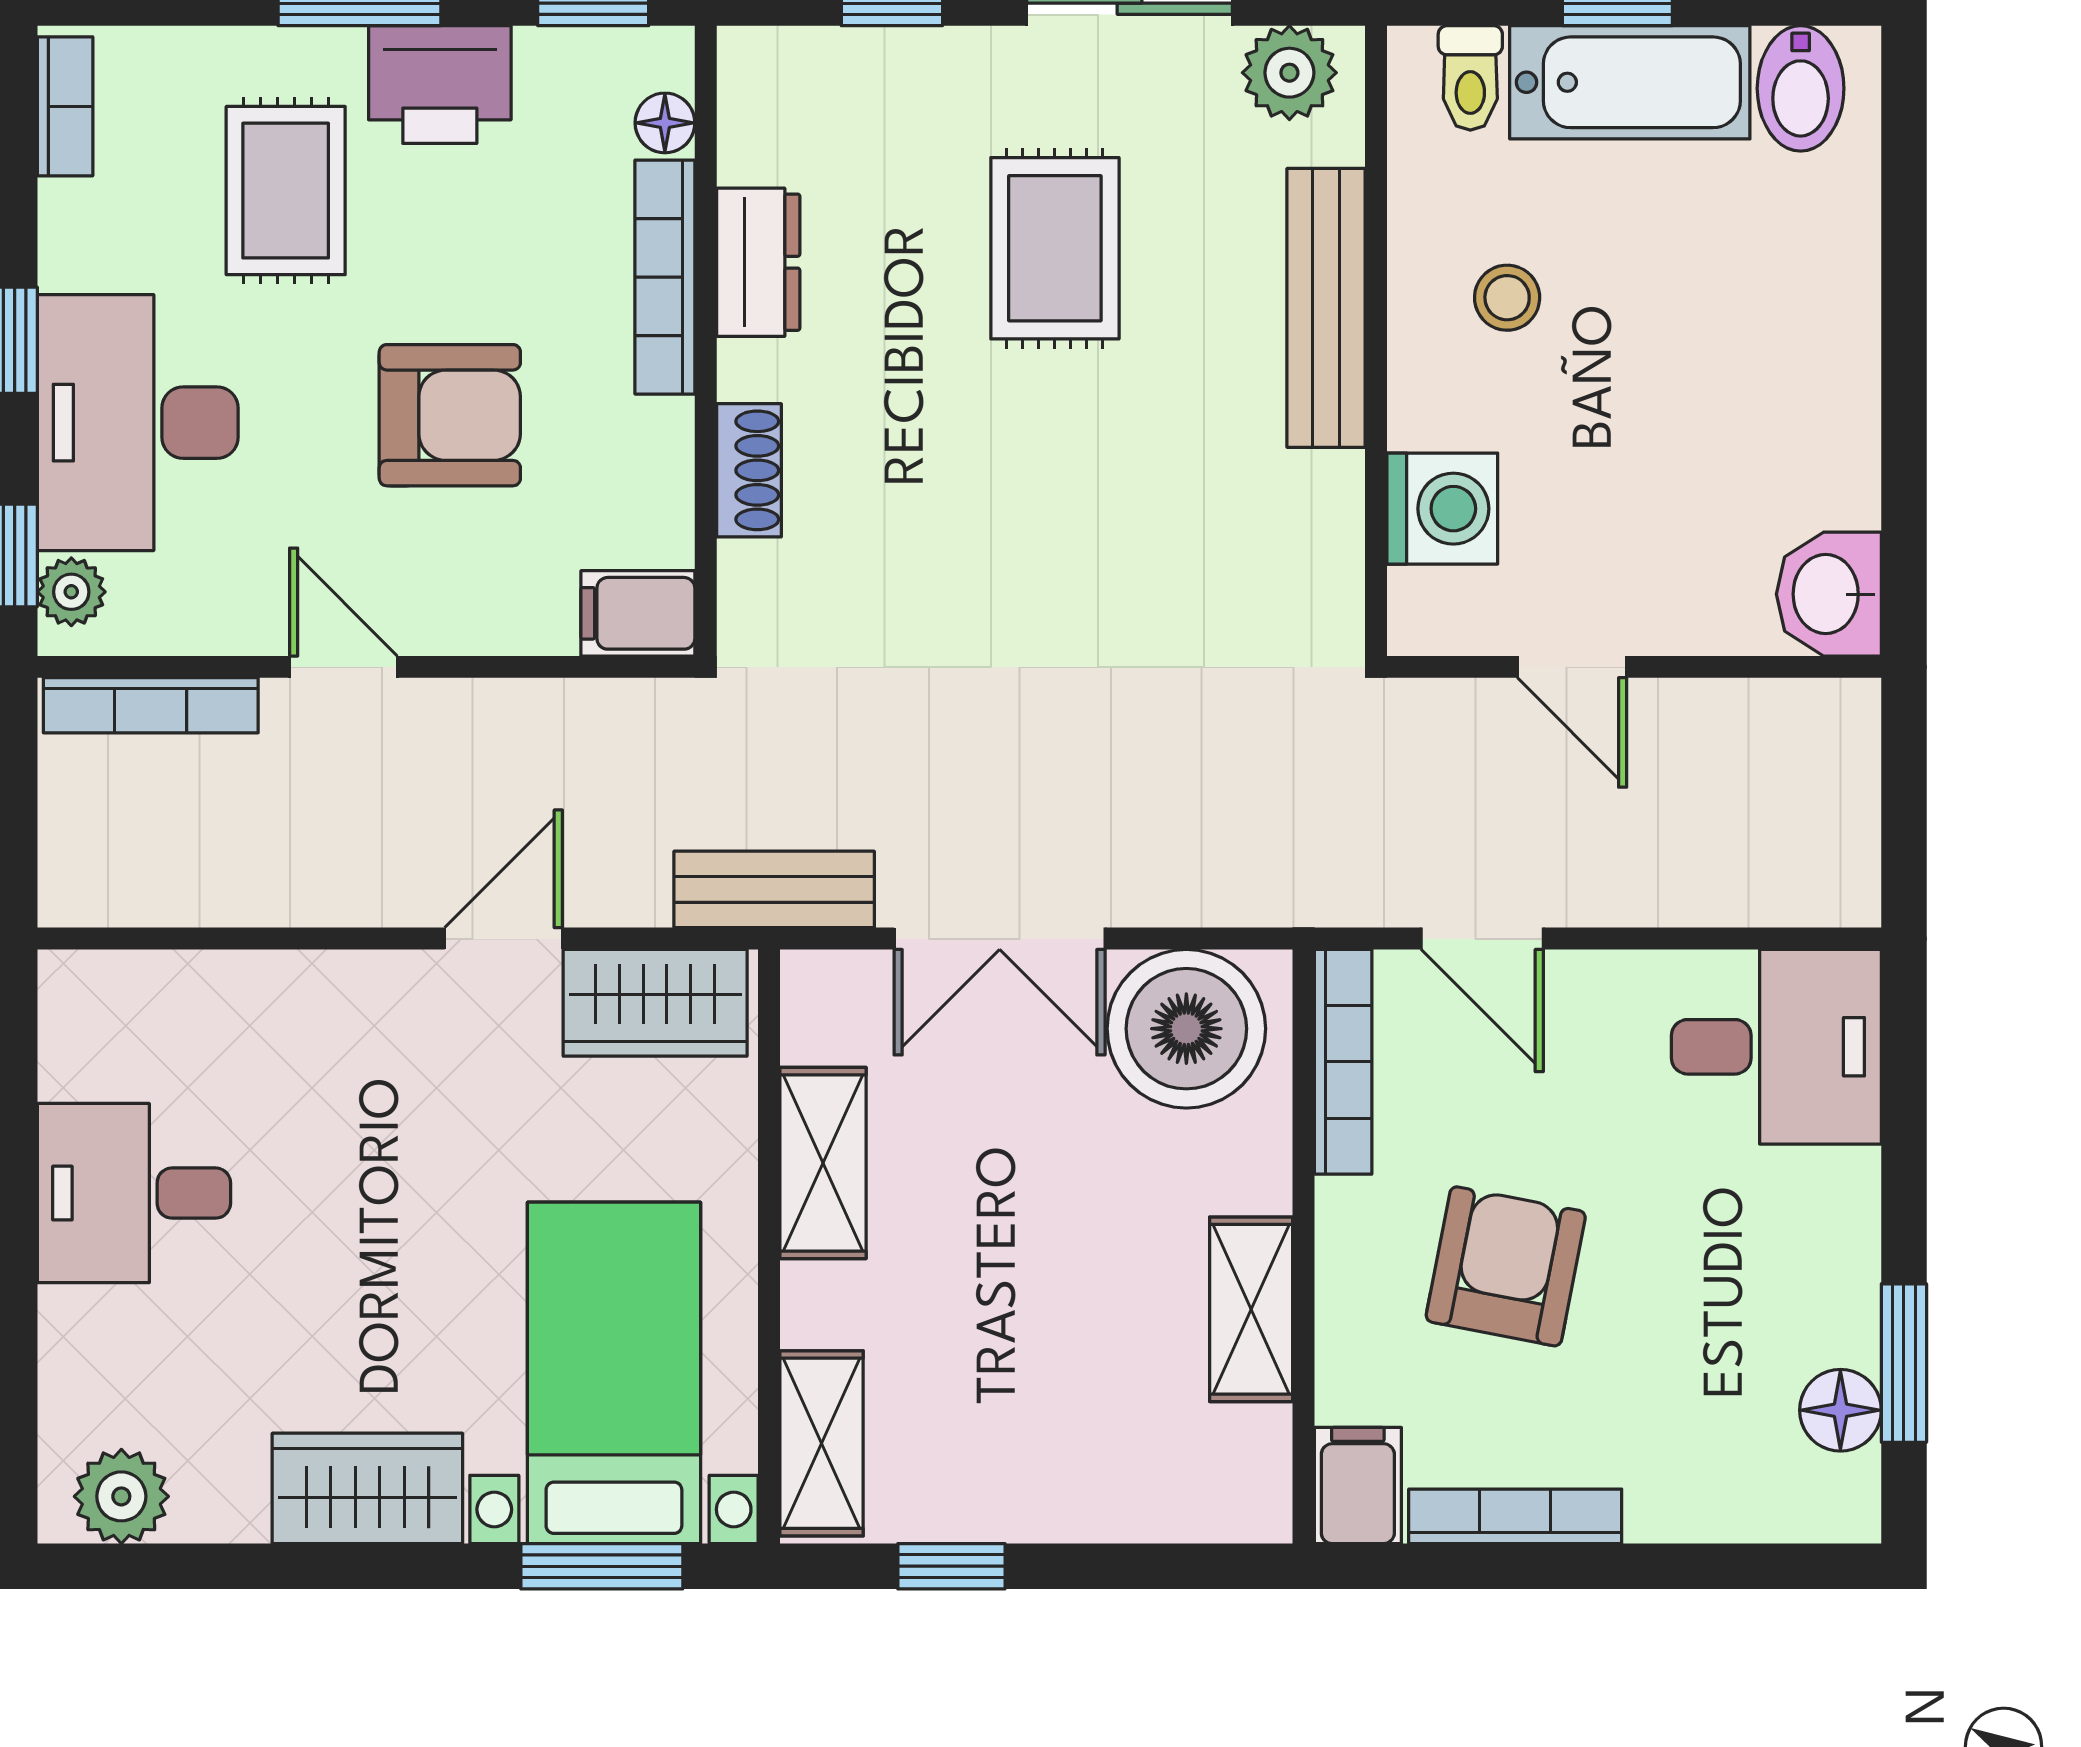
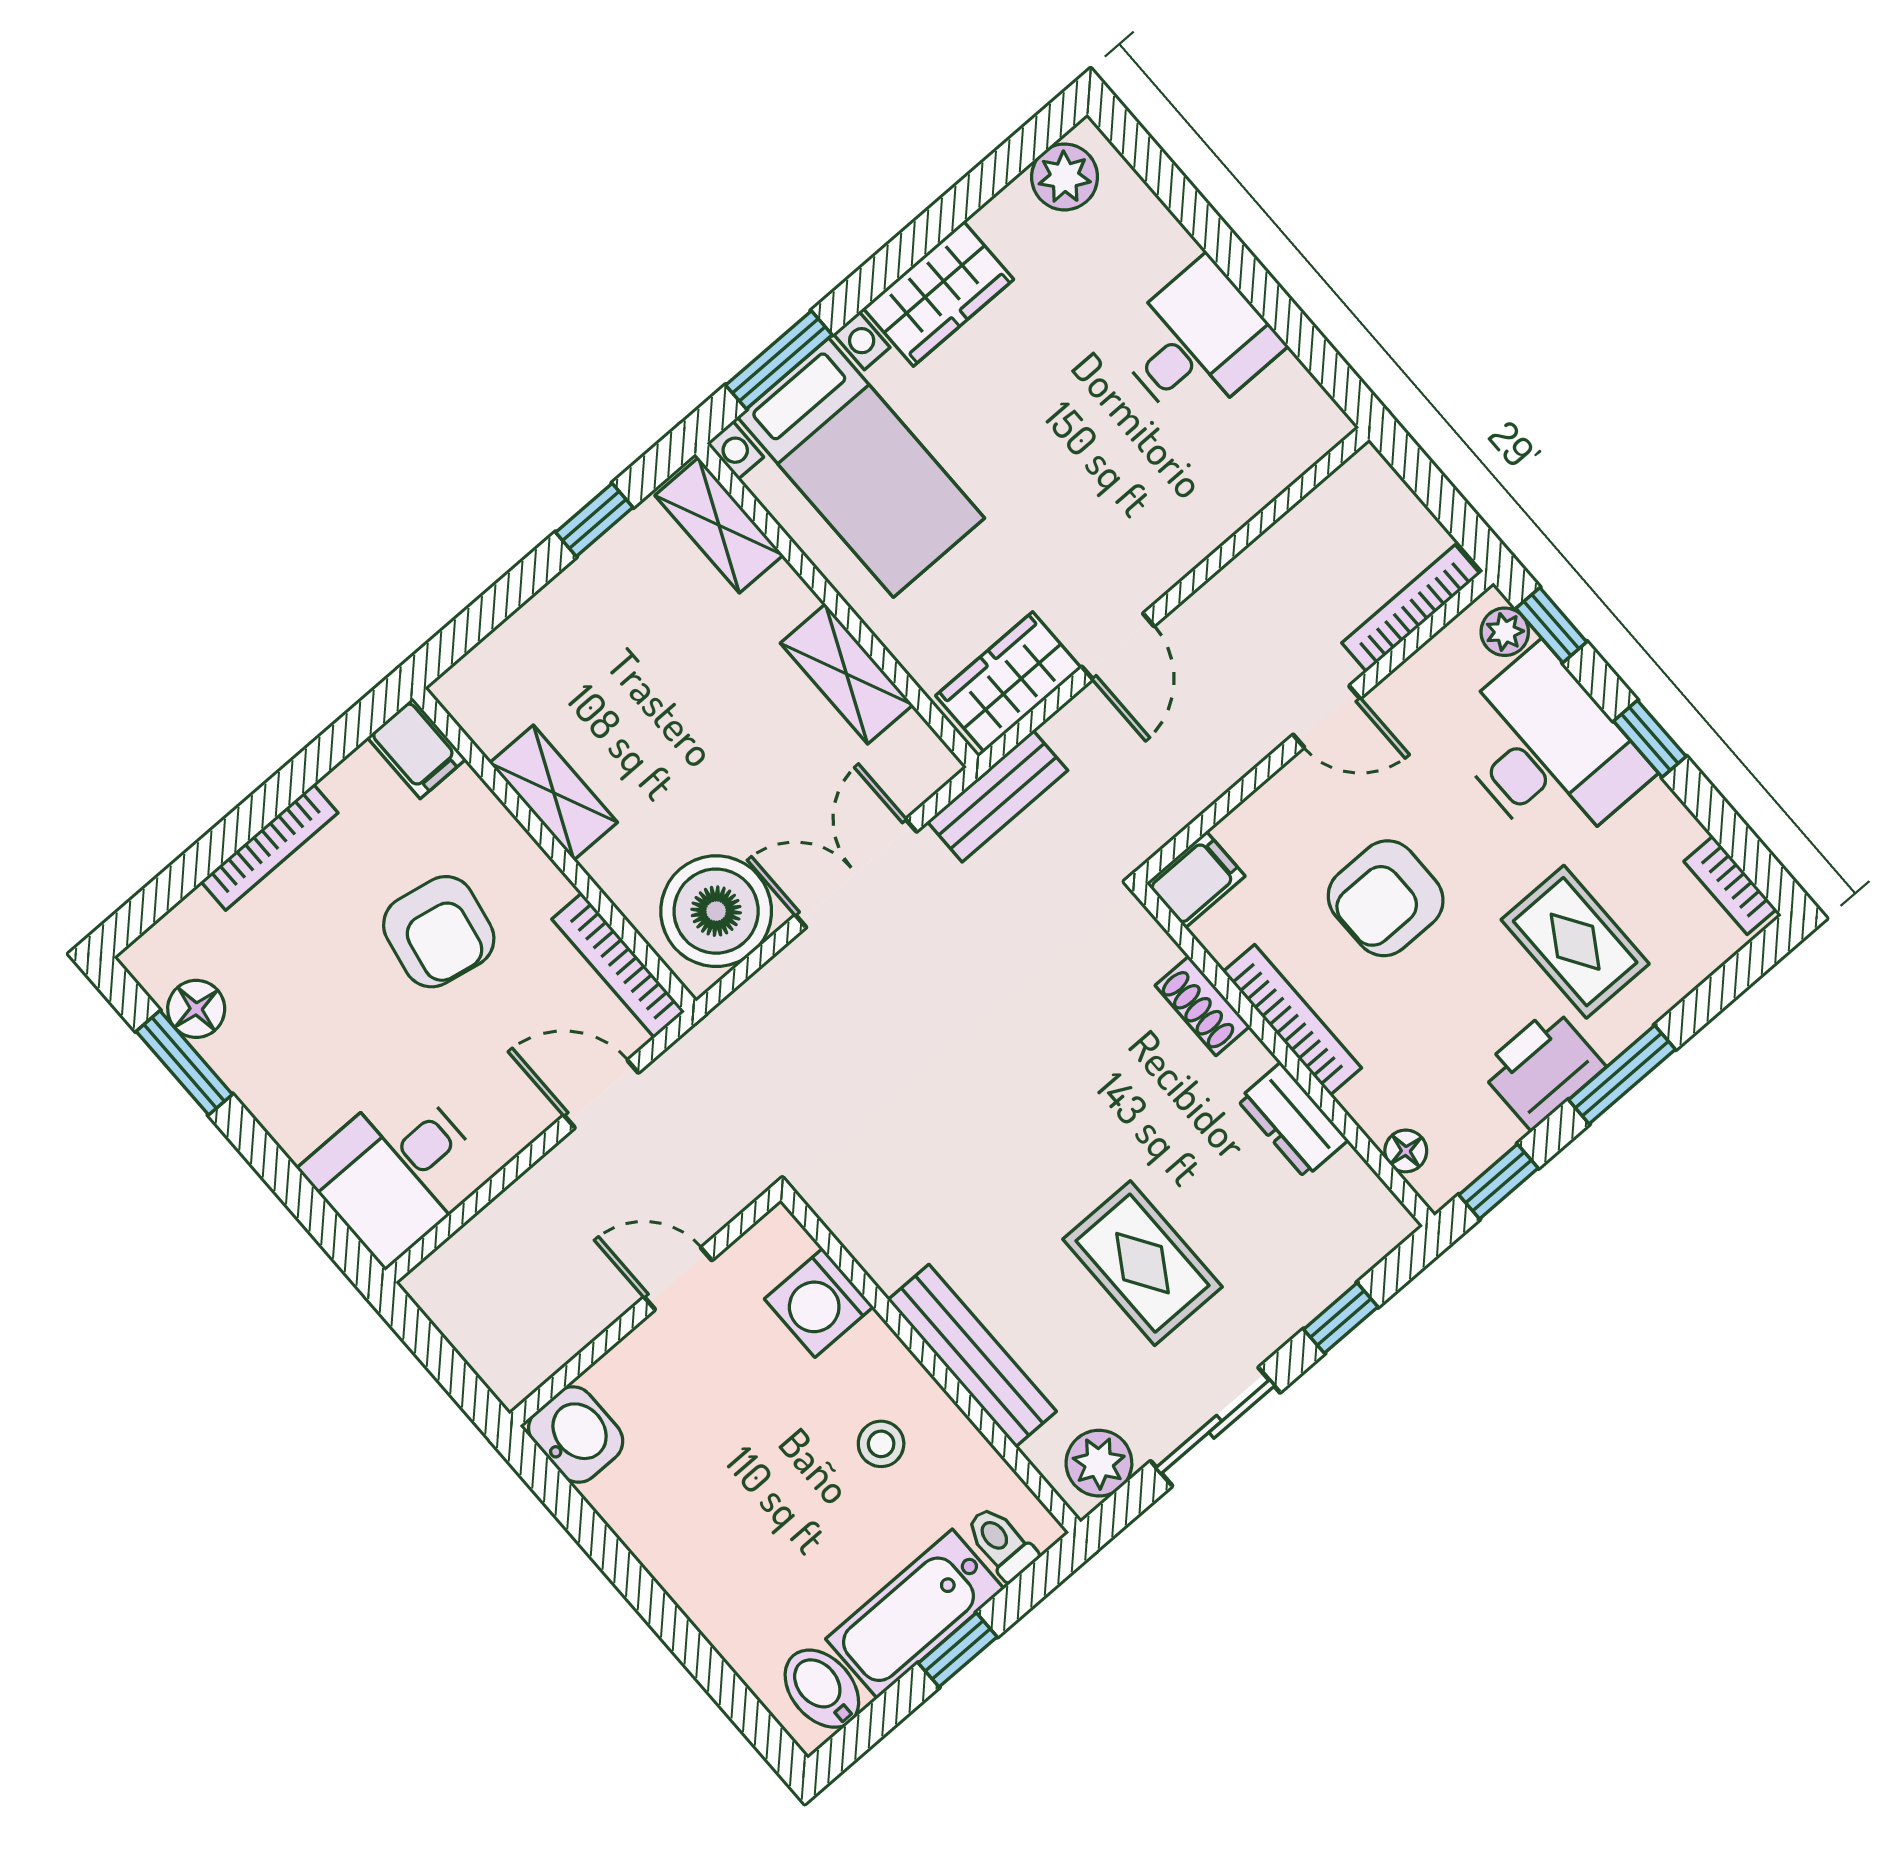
bookcase: (665, 277) -> (1292, 1020), moved
bookcase: (1515, 1516) -> (269, 847), moved

